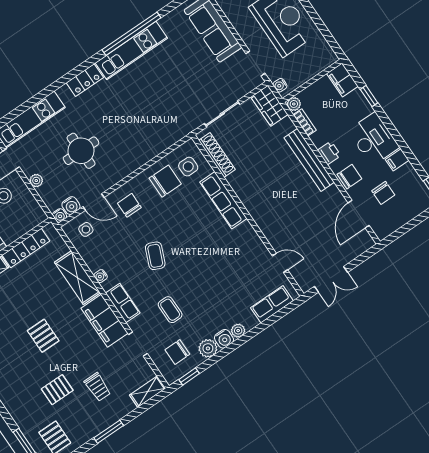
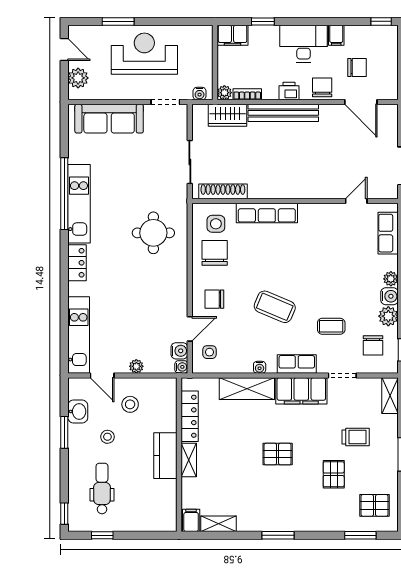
wardrobe: (269, 106) -> (228, 115), moved
round table: (81, 151) -> (153, 233), moved
coffee table: (155, 256) -> (275, 307), width x1.36, depth x1.30

